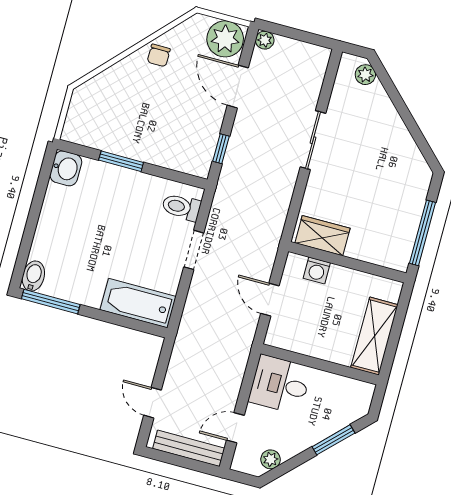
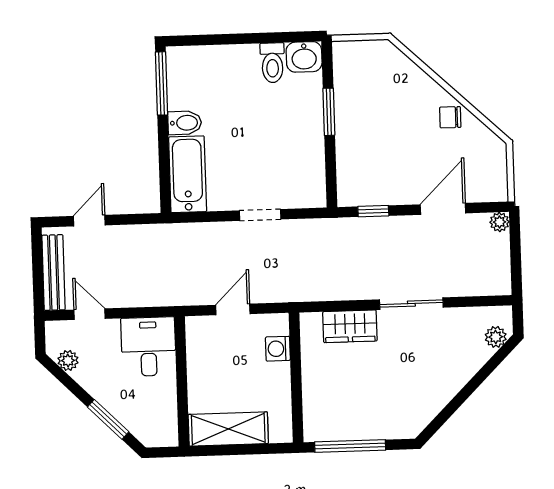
plant: (225, 39) -> (488, 181), removed
toilet: (181, 207) -> (272, 63), moved, turned 180
wardrobe: (322, 236) -> (350, 326), moved, turned 90
bidet: (33, 276) -> (185, 123), moved

